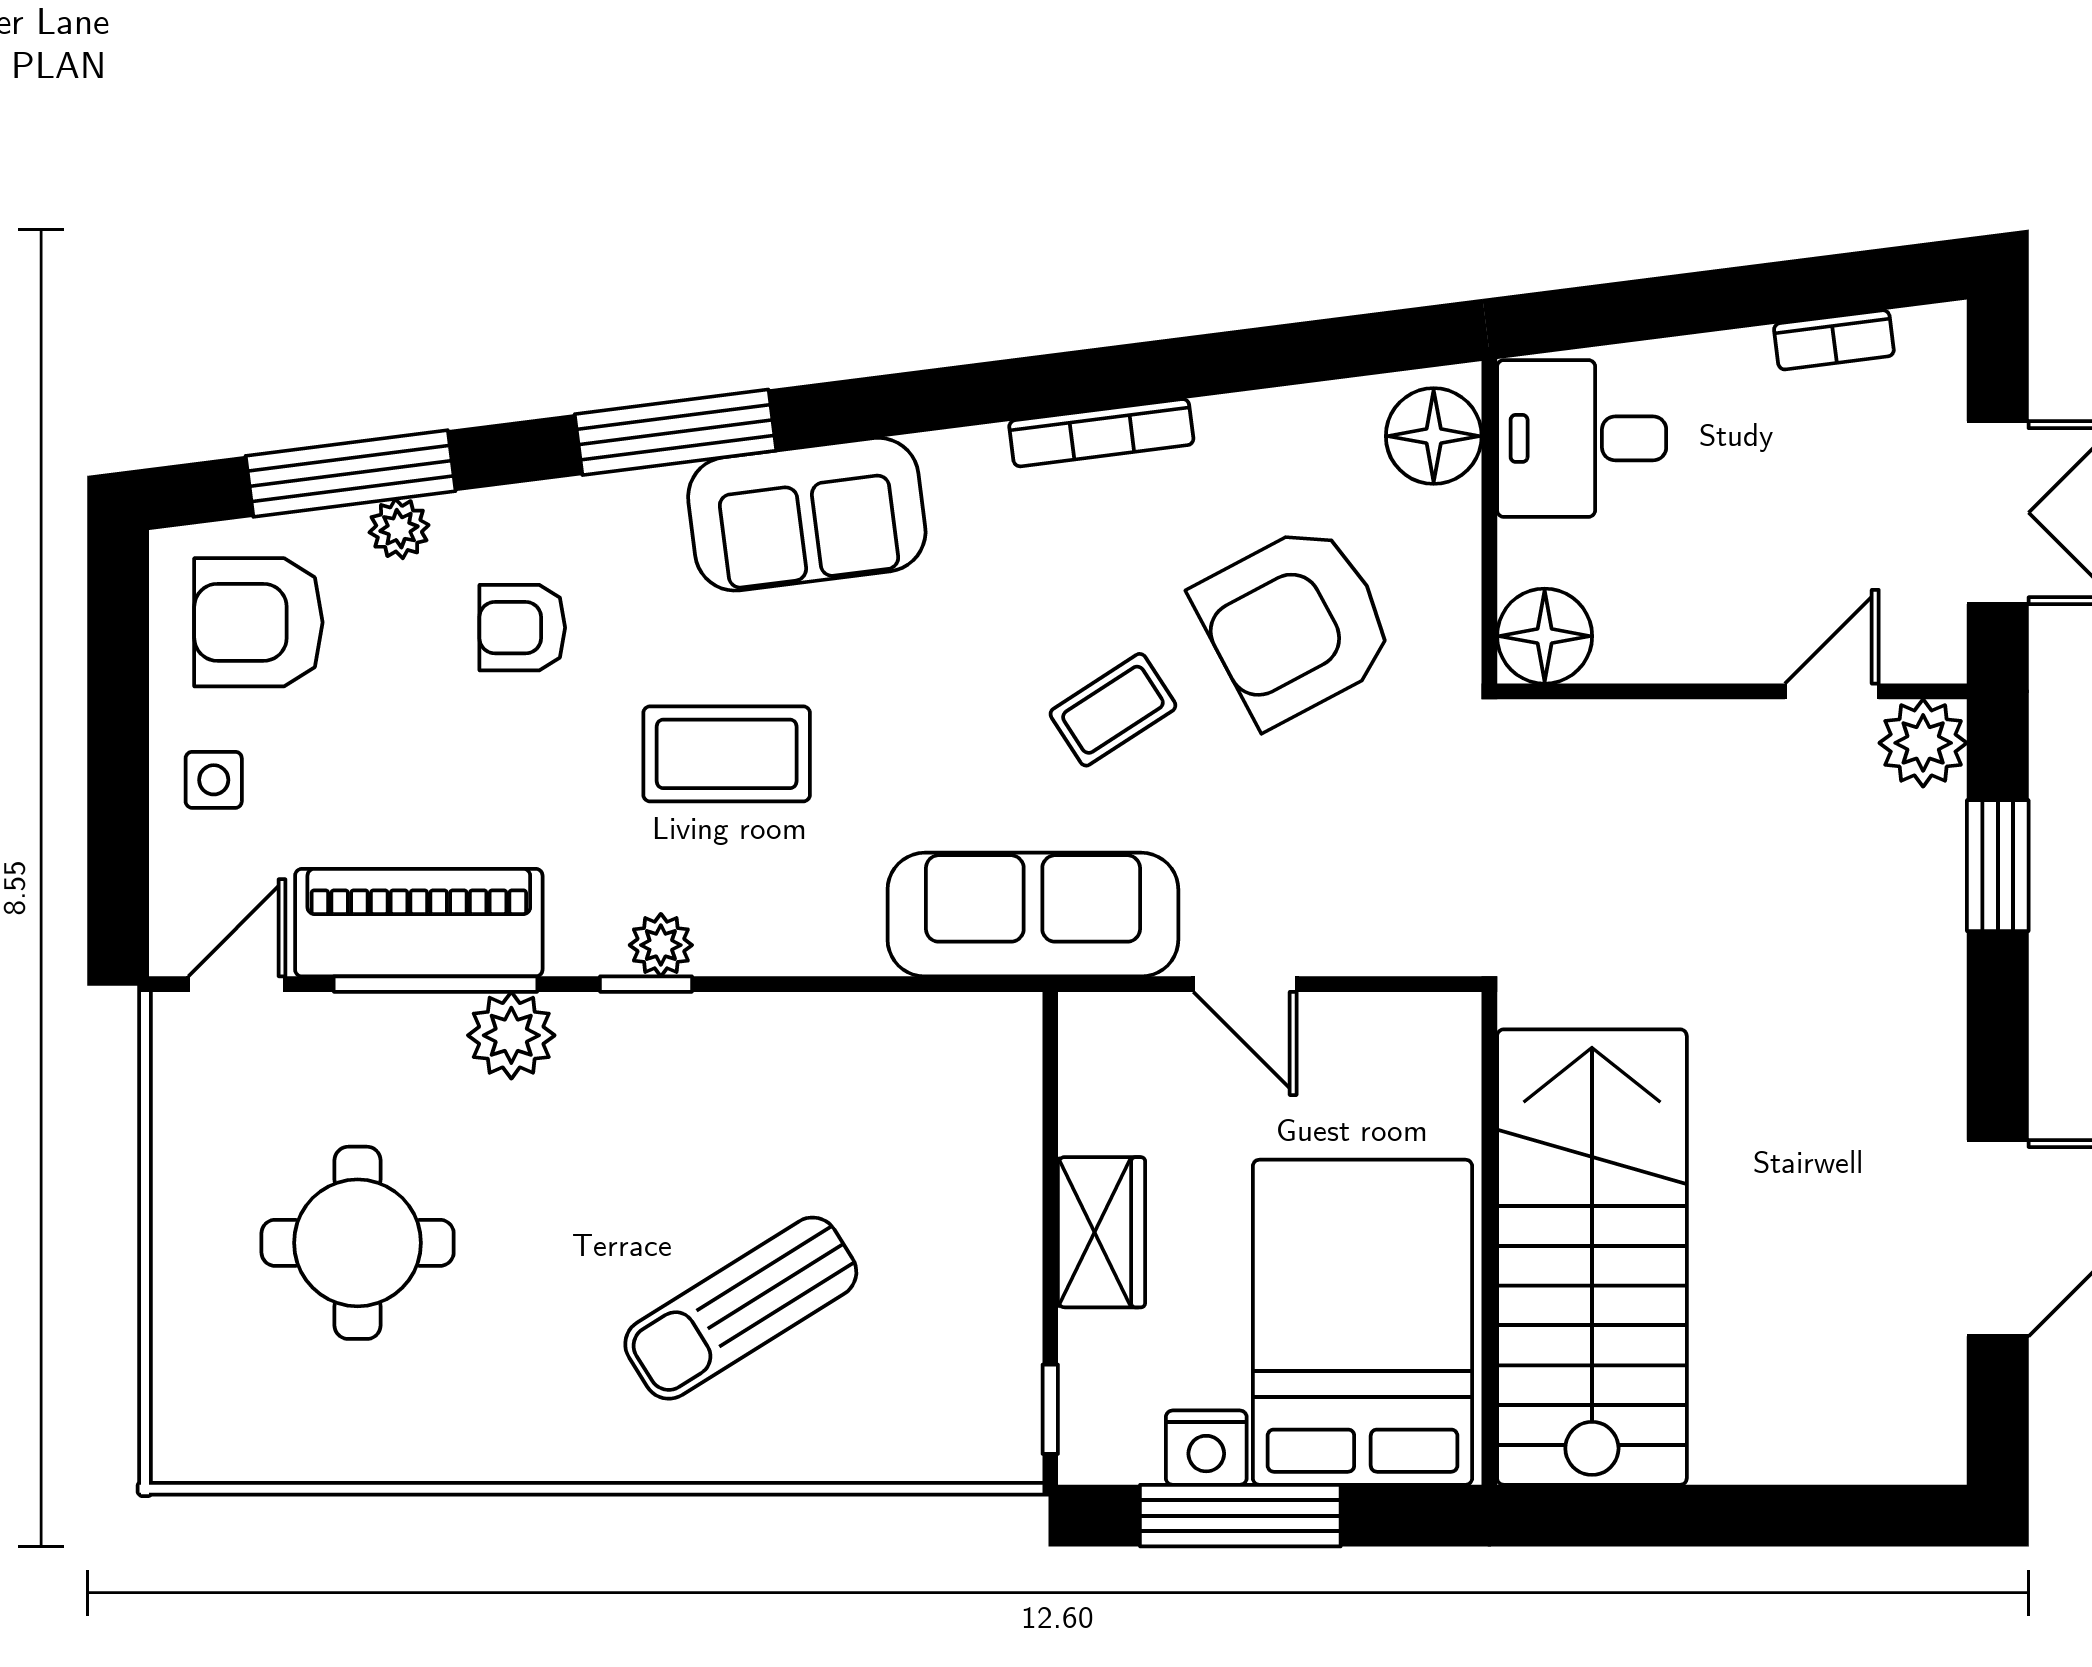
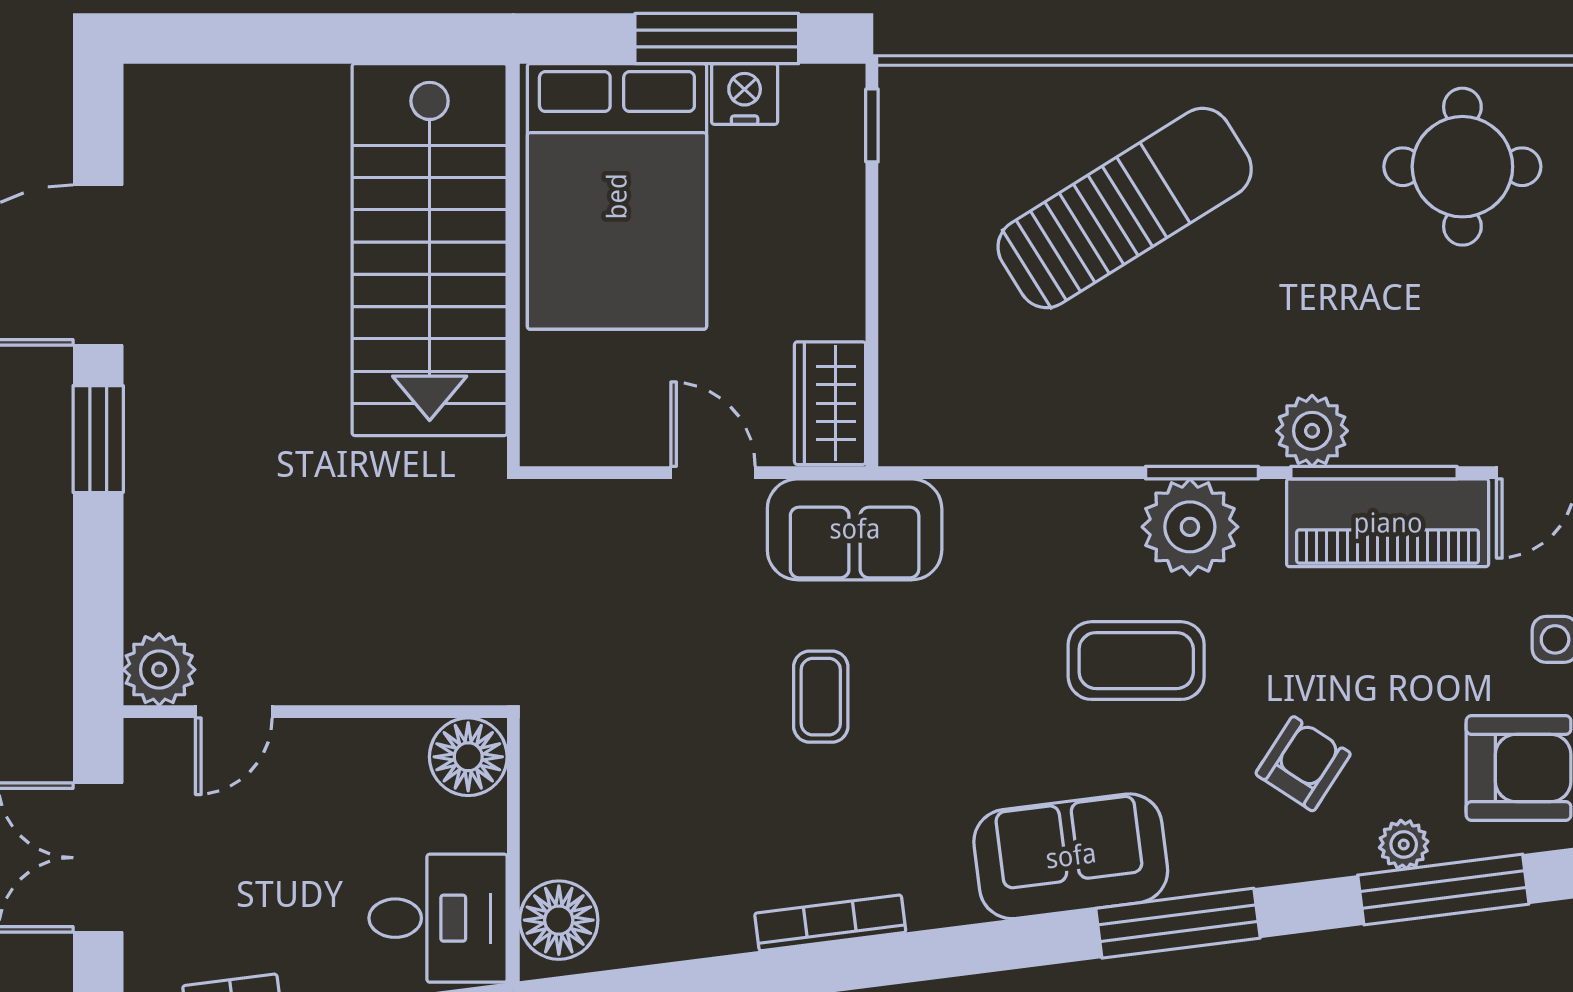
armchair: (1295, 624) -> (672, 767), removed
armchair: (522, 628) -> (1303, 764), turned -57
coffee table: (1113, 710) -> (821, 697), turned -57
window: (1998, 866) -> (98, 439), moved
sofa: (1033, 915) -> (855, 529), width x0.73
plant: (661, 945) -> (1190, 527), width x1.88, depth x1.88
window: (646, 984) -> (1202, 473), width x1.50
wardrobe: (1102, 1232) -> (830, 403), moved
round table: (358, 1243) -> (1462, 167), moved
sun lounger: (741, 1308) -> (1125, 208), width x1.36, depth x1.34

